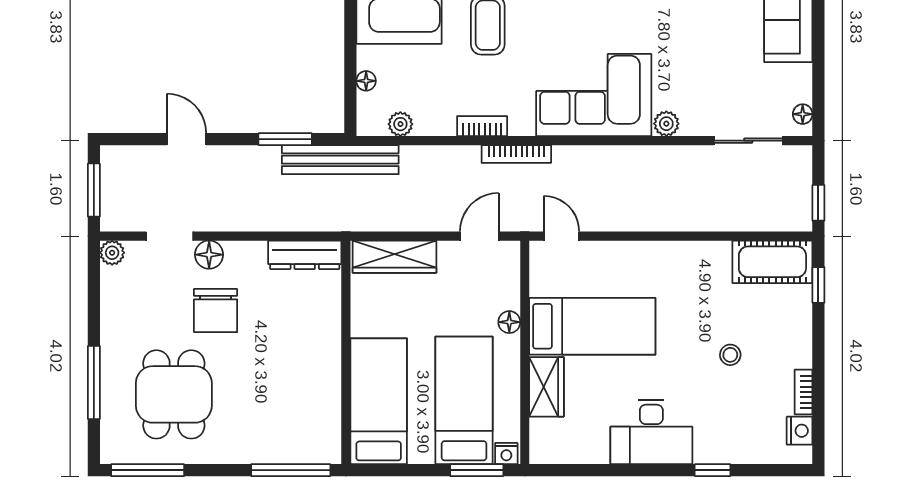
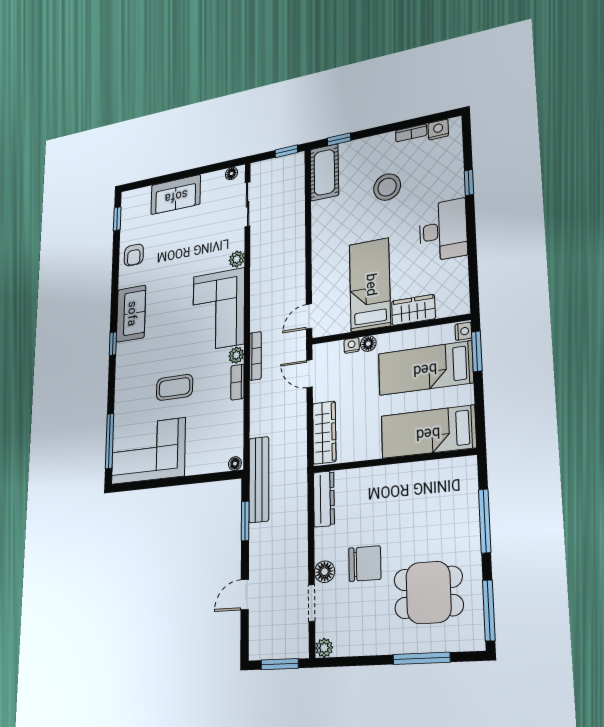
floor lamp: (366, 81) -> (235, 464), moved
plant: (400, 124) -> (236, 355), moved
nightstand: (510, 298) -> (352, 345), added
stool: (730, 355) -> (387, 187), width x1.89, depth x1.89
window: (291, 470) -> (485, 521), moved

